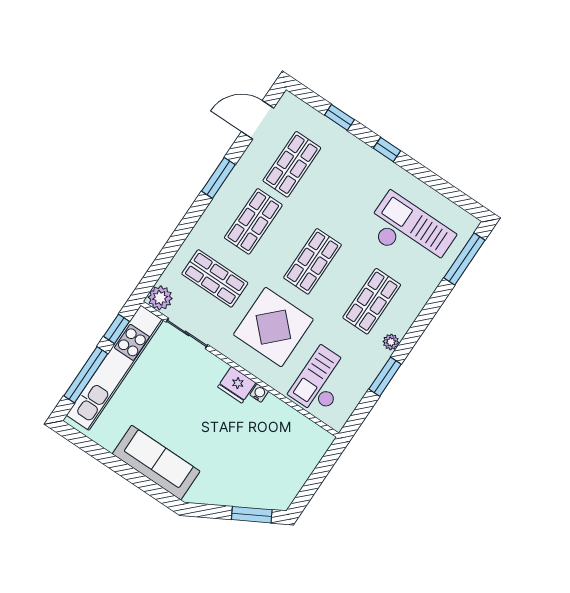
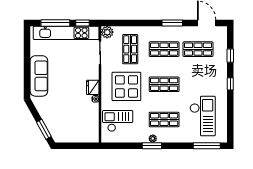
window: (385, 377) -> (152, 146), moved

